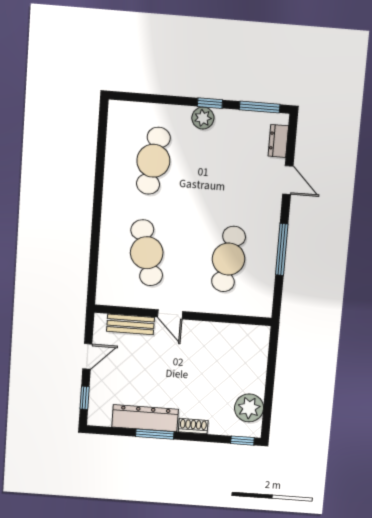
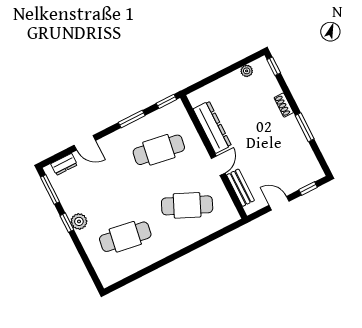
door: (288, 180) -> (85, 143), swing flipped
window: (282, 249) -> (132, 119), width x0.69
cafe table: (147, 253) -> (187, 205), turned 39
window: (277, 300) -> (166, 101), added
plant: (249, 408) -> (247, 71), width x0.53, depth x0.53
dresser: (145, 418) -> (212, 127), moved, turned 180

